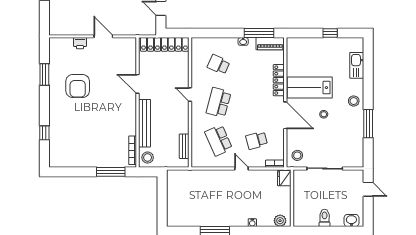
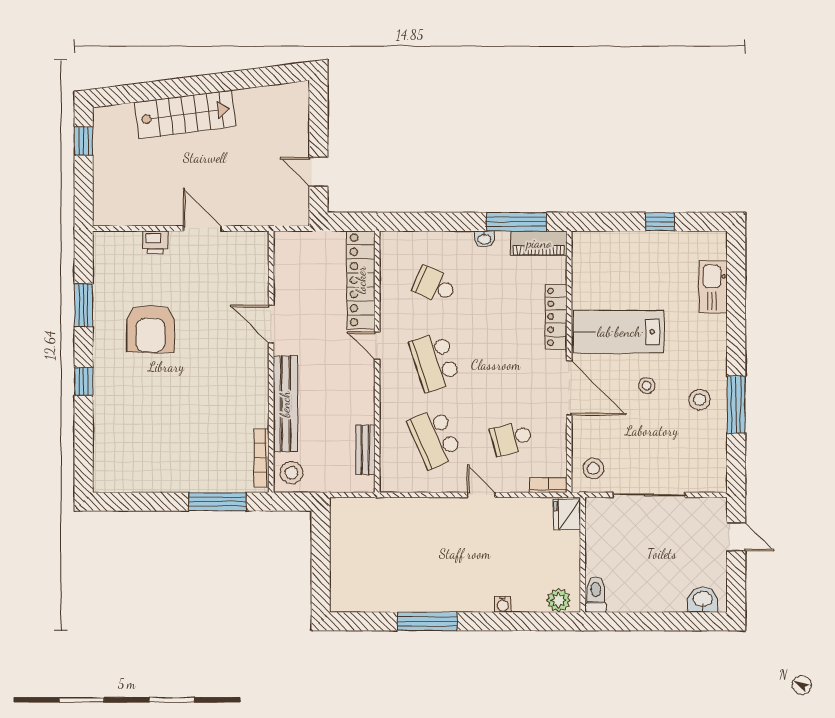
locker: (164, 44) -> (361, 280), moved, turned 90
stool: (354, 101) -> (700, 400), moved
school desk: (219, 102) -> (435, 362), turned -33
window: (44, 133) -> (84, 381), moved
toilet: (325, 218) -> (596, 595), moved

